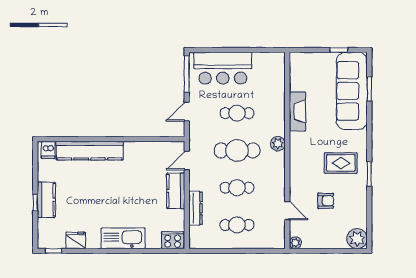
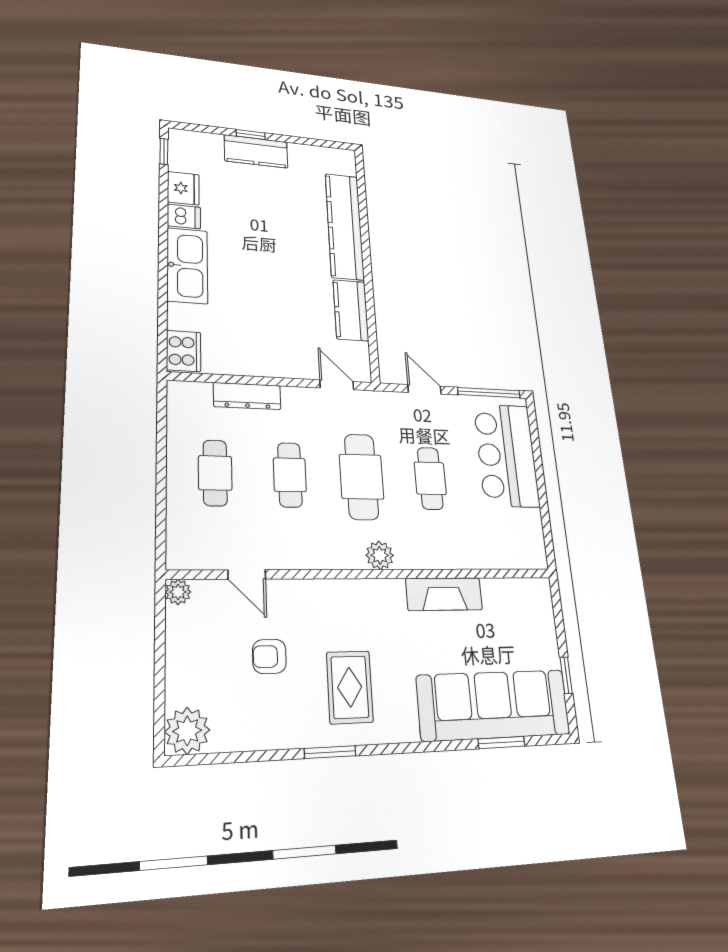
dishwasher: (48, 150) -> (184, 216), moved, turned 180
kitchen counter: (176, 191) -> (351, 310), moved, turned -90
armchair: (326, 201) -> (269, 656), turned 90
door: (287, 211) -> (247, 574), hinge flipped

